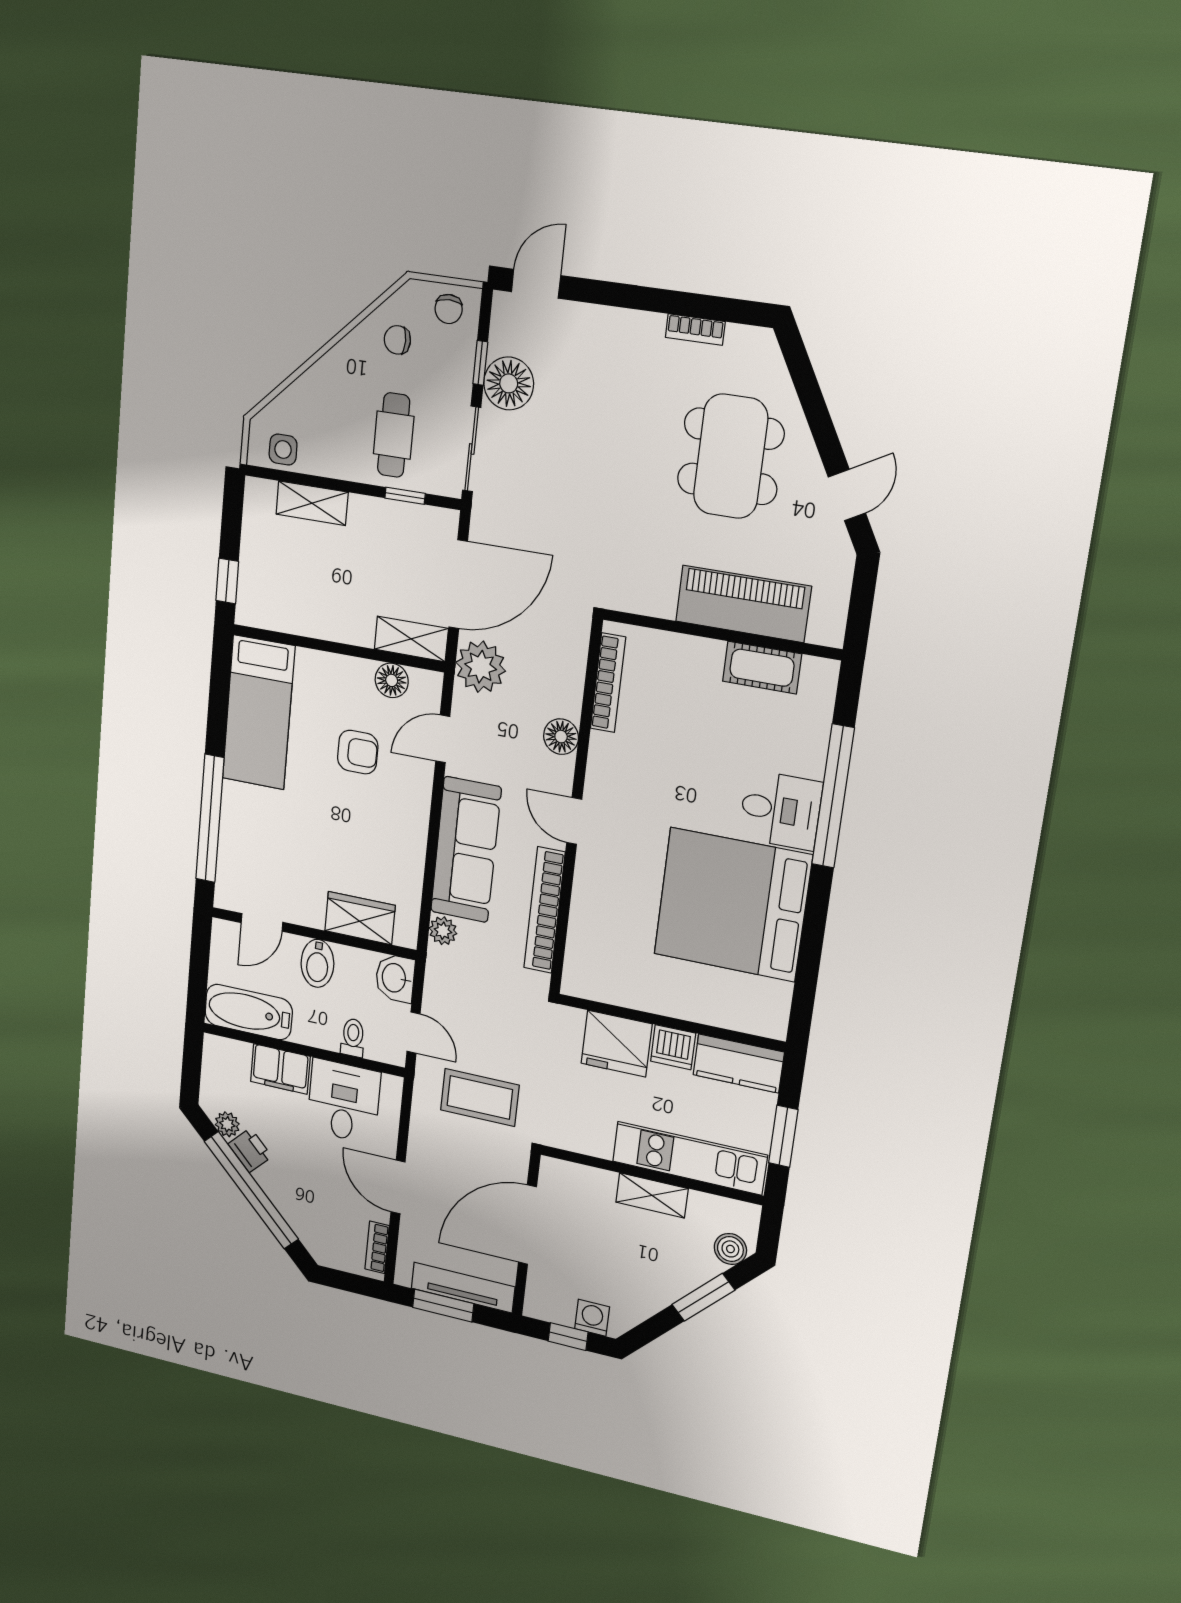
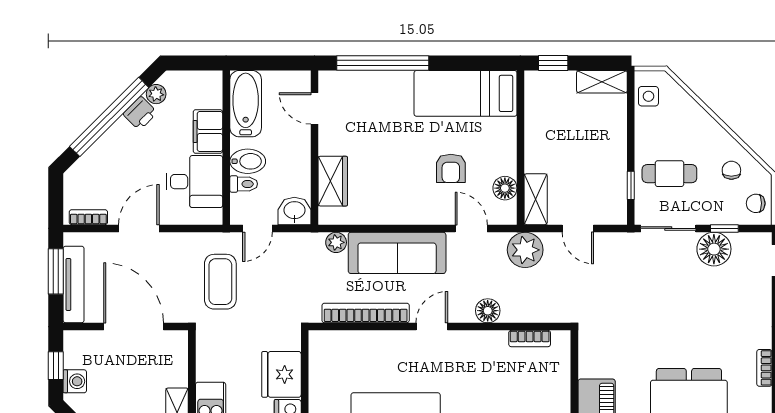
shelving: (312, 503) -> (602, 82), moved, turned 90
door: (458, 584) -> (578, 228), width x0.53
bookcase: (608, 683) -> (530, 339), width x0.64
bidet: (317, 963) -> (248, 161), moved, turned 180

